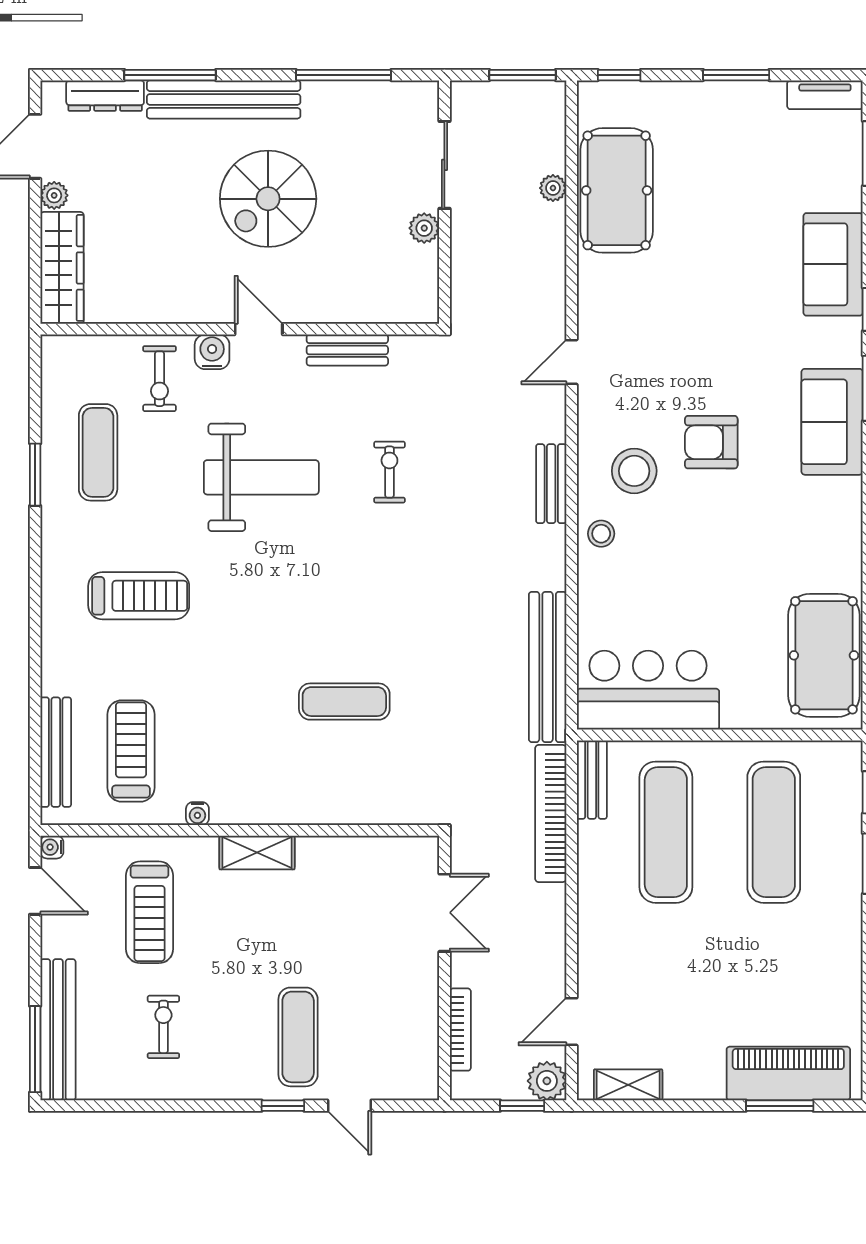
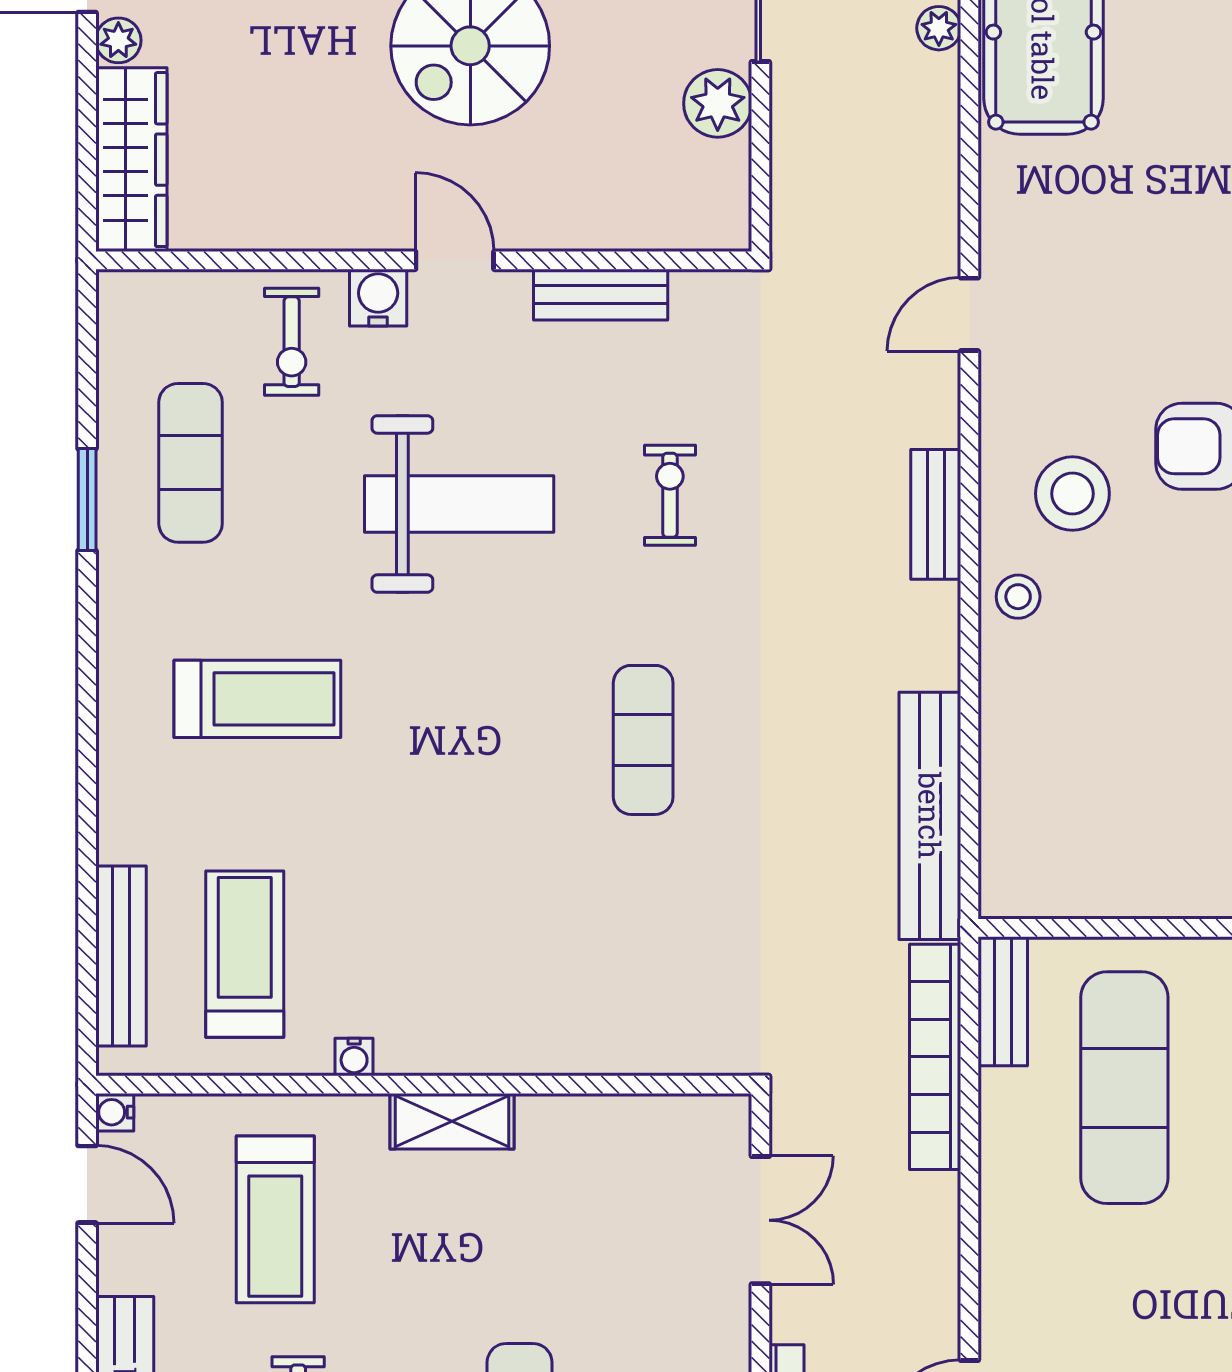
plant: (424, 228) -> (718, 103), width x1.38, depth x1.38
bar counter: (648, 690) -> (1095, 854), removed
exercise mat: (344, 702) -> (643, 740), moved, turned 90

